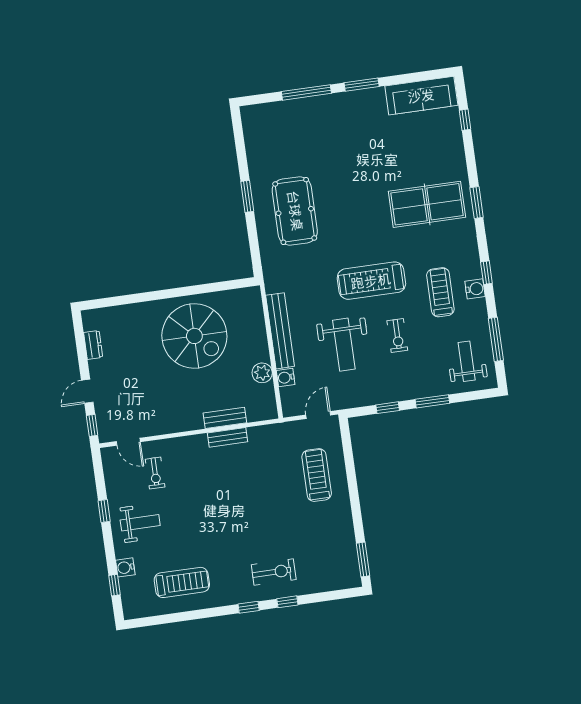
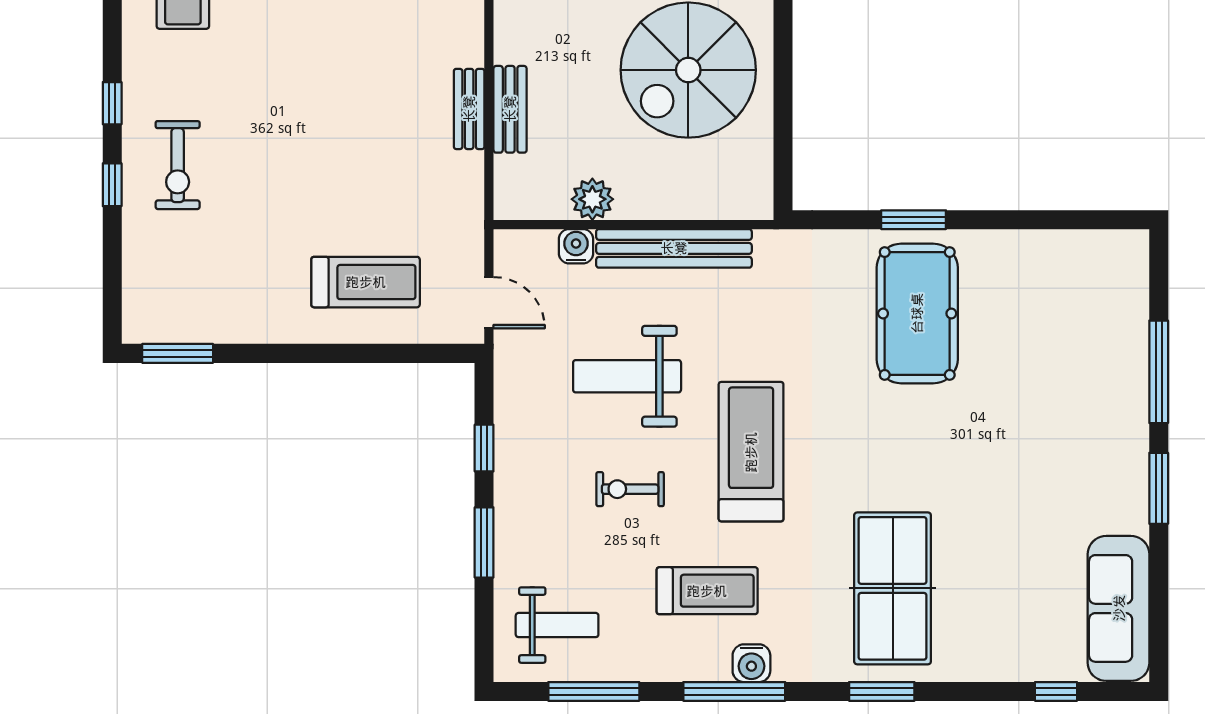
window: (247, 196) -> (914, 220), moved
pool table: (295, 211) -> (917, 313), turned 90
window: (486, 273) -> (734, 691), width x2.17
water cooler: (475, 289) -> (751, 663), moved

